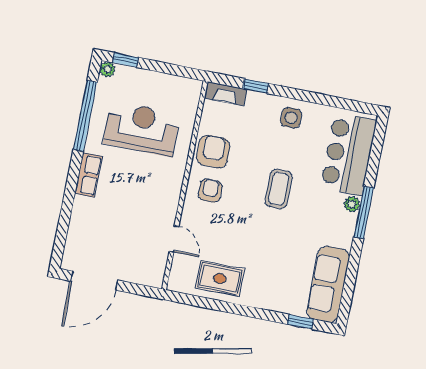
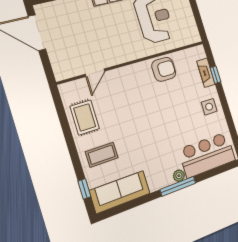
fireplace: (226, 94) -> (206, 73), moved
coffee table: (279, 189) -> (102, 155), moved
armchair: (210, 191) -> (139, 80), removed

